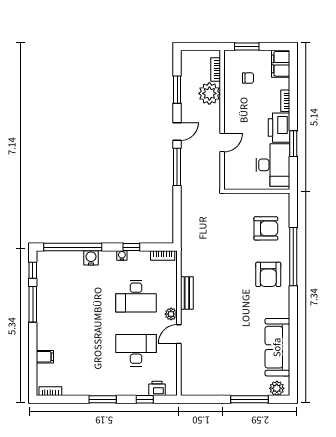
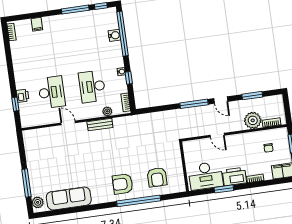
water cooler: (91, 258) -> (114, 35), moved
plant: (171, 314) -> (107, 111), moved
printer: (157, 388) -> (23, 96), moved
window: (103, 399) -> (11, 72), removed

